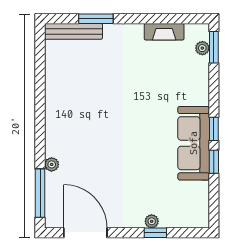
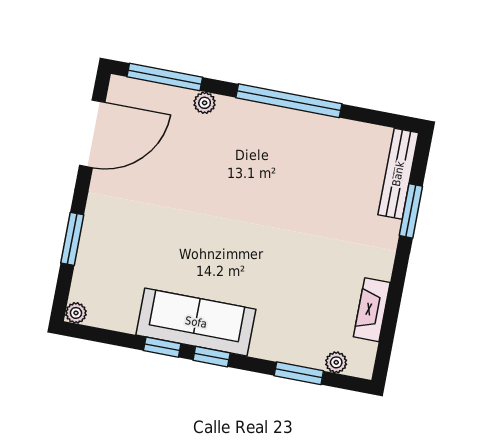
window: (214, 47) -> (299, 373), moved
window: (40, 111) -> (289, 101), added
plant: (152, 221) -> (76, 313), moved
window: (155, 233) -> (72, 239), width x1.50

